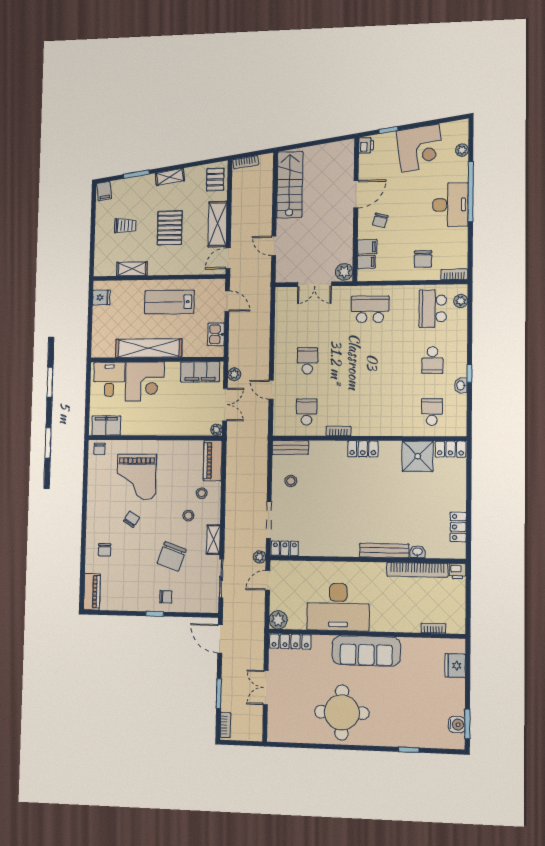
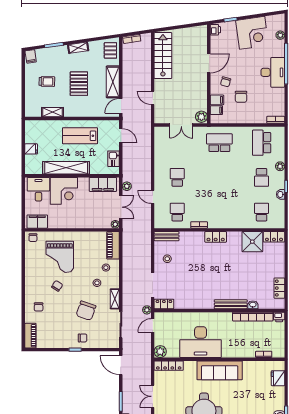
chair: (423, 259) -> (241, 97), moved
fridge: (101, 297) -> (31, 149), moved
plant: (461, 301) -> (280, 166), moved

